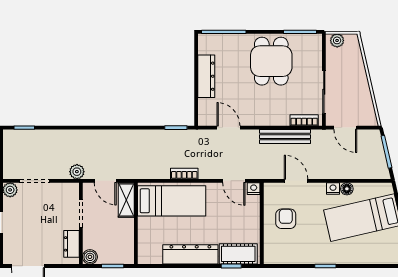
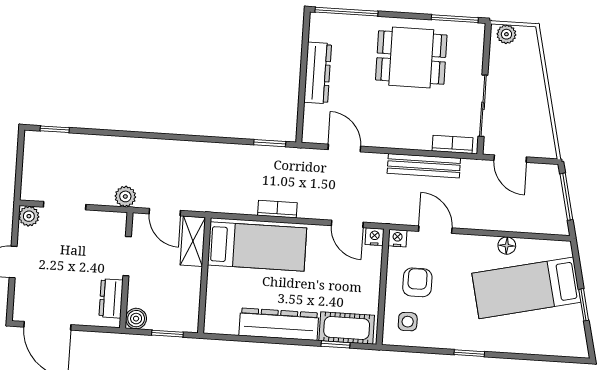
dining table: (271, 61) -> (411, 58), turned 90
nightstand: (333, 189) -> (397, 238), moved
side table: (281, 247) -> (408, 322), added

